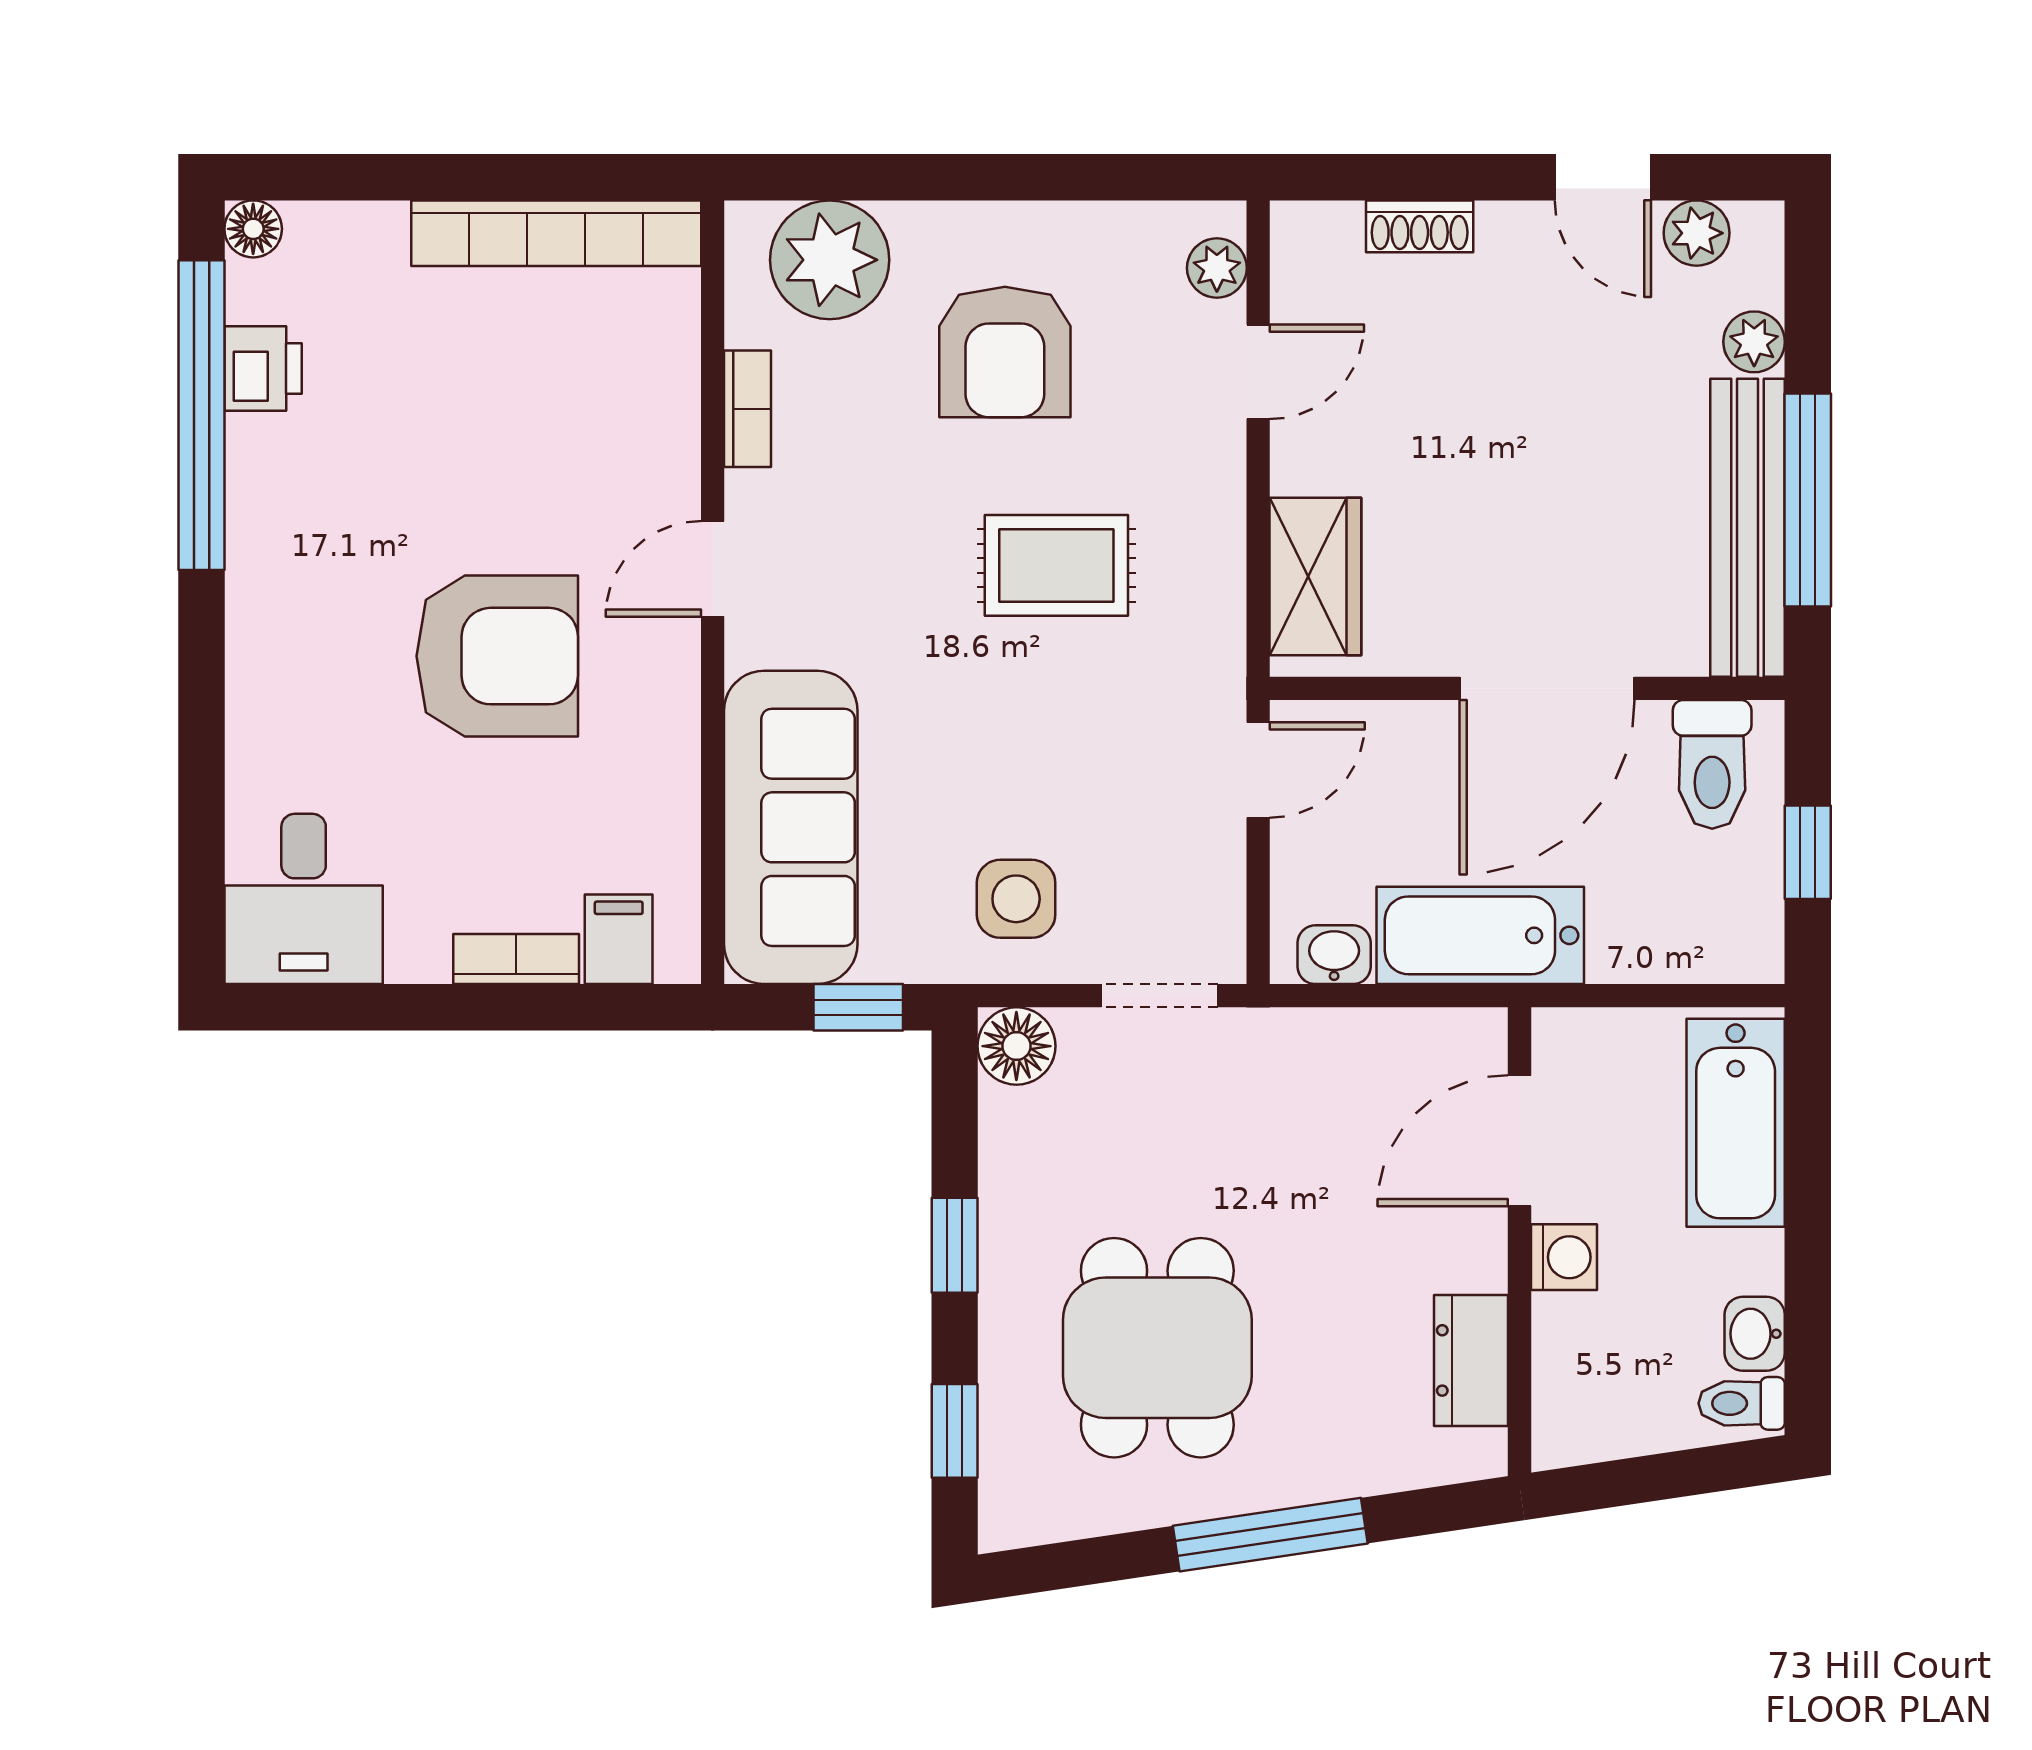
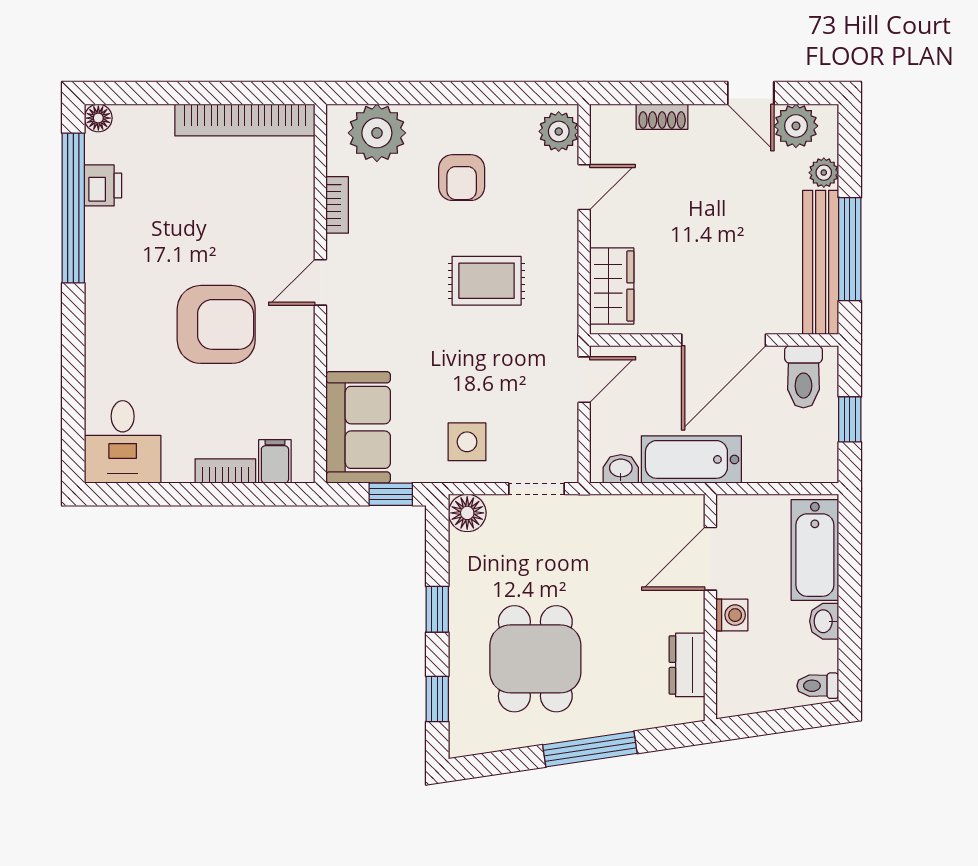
plant: (1697, 233) -> (796, 126), width x1.38, depth x1.38
plant: (1217, 268) -> (559, 131), width x1.38, depth x1.38
armchair: (1005, 352) -> (462, 178), width x0.72, depth x0.72
sofa: (791, 827) -> (358, 427), width x0.73
washbasin: (1755, 1334) -> (824, 621), moved

